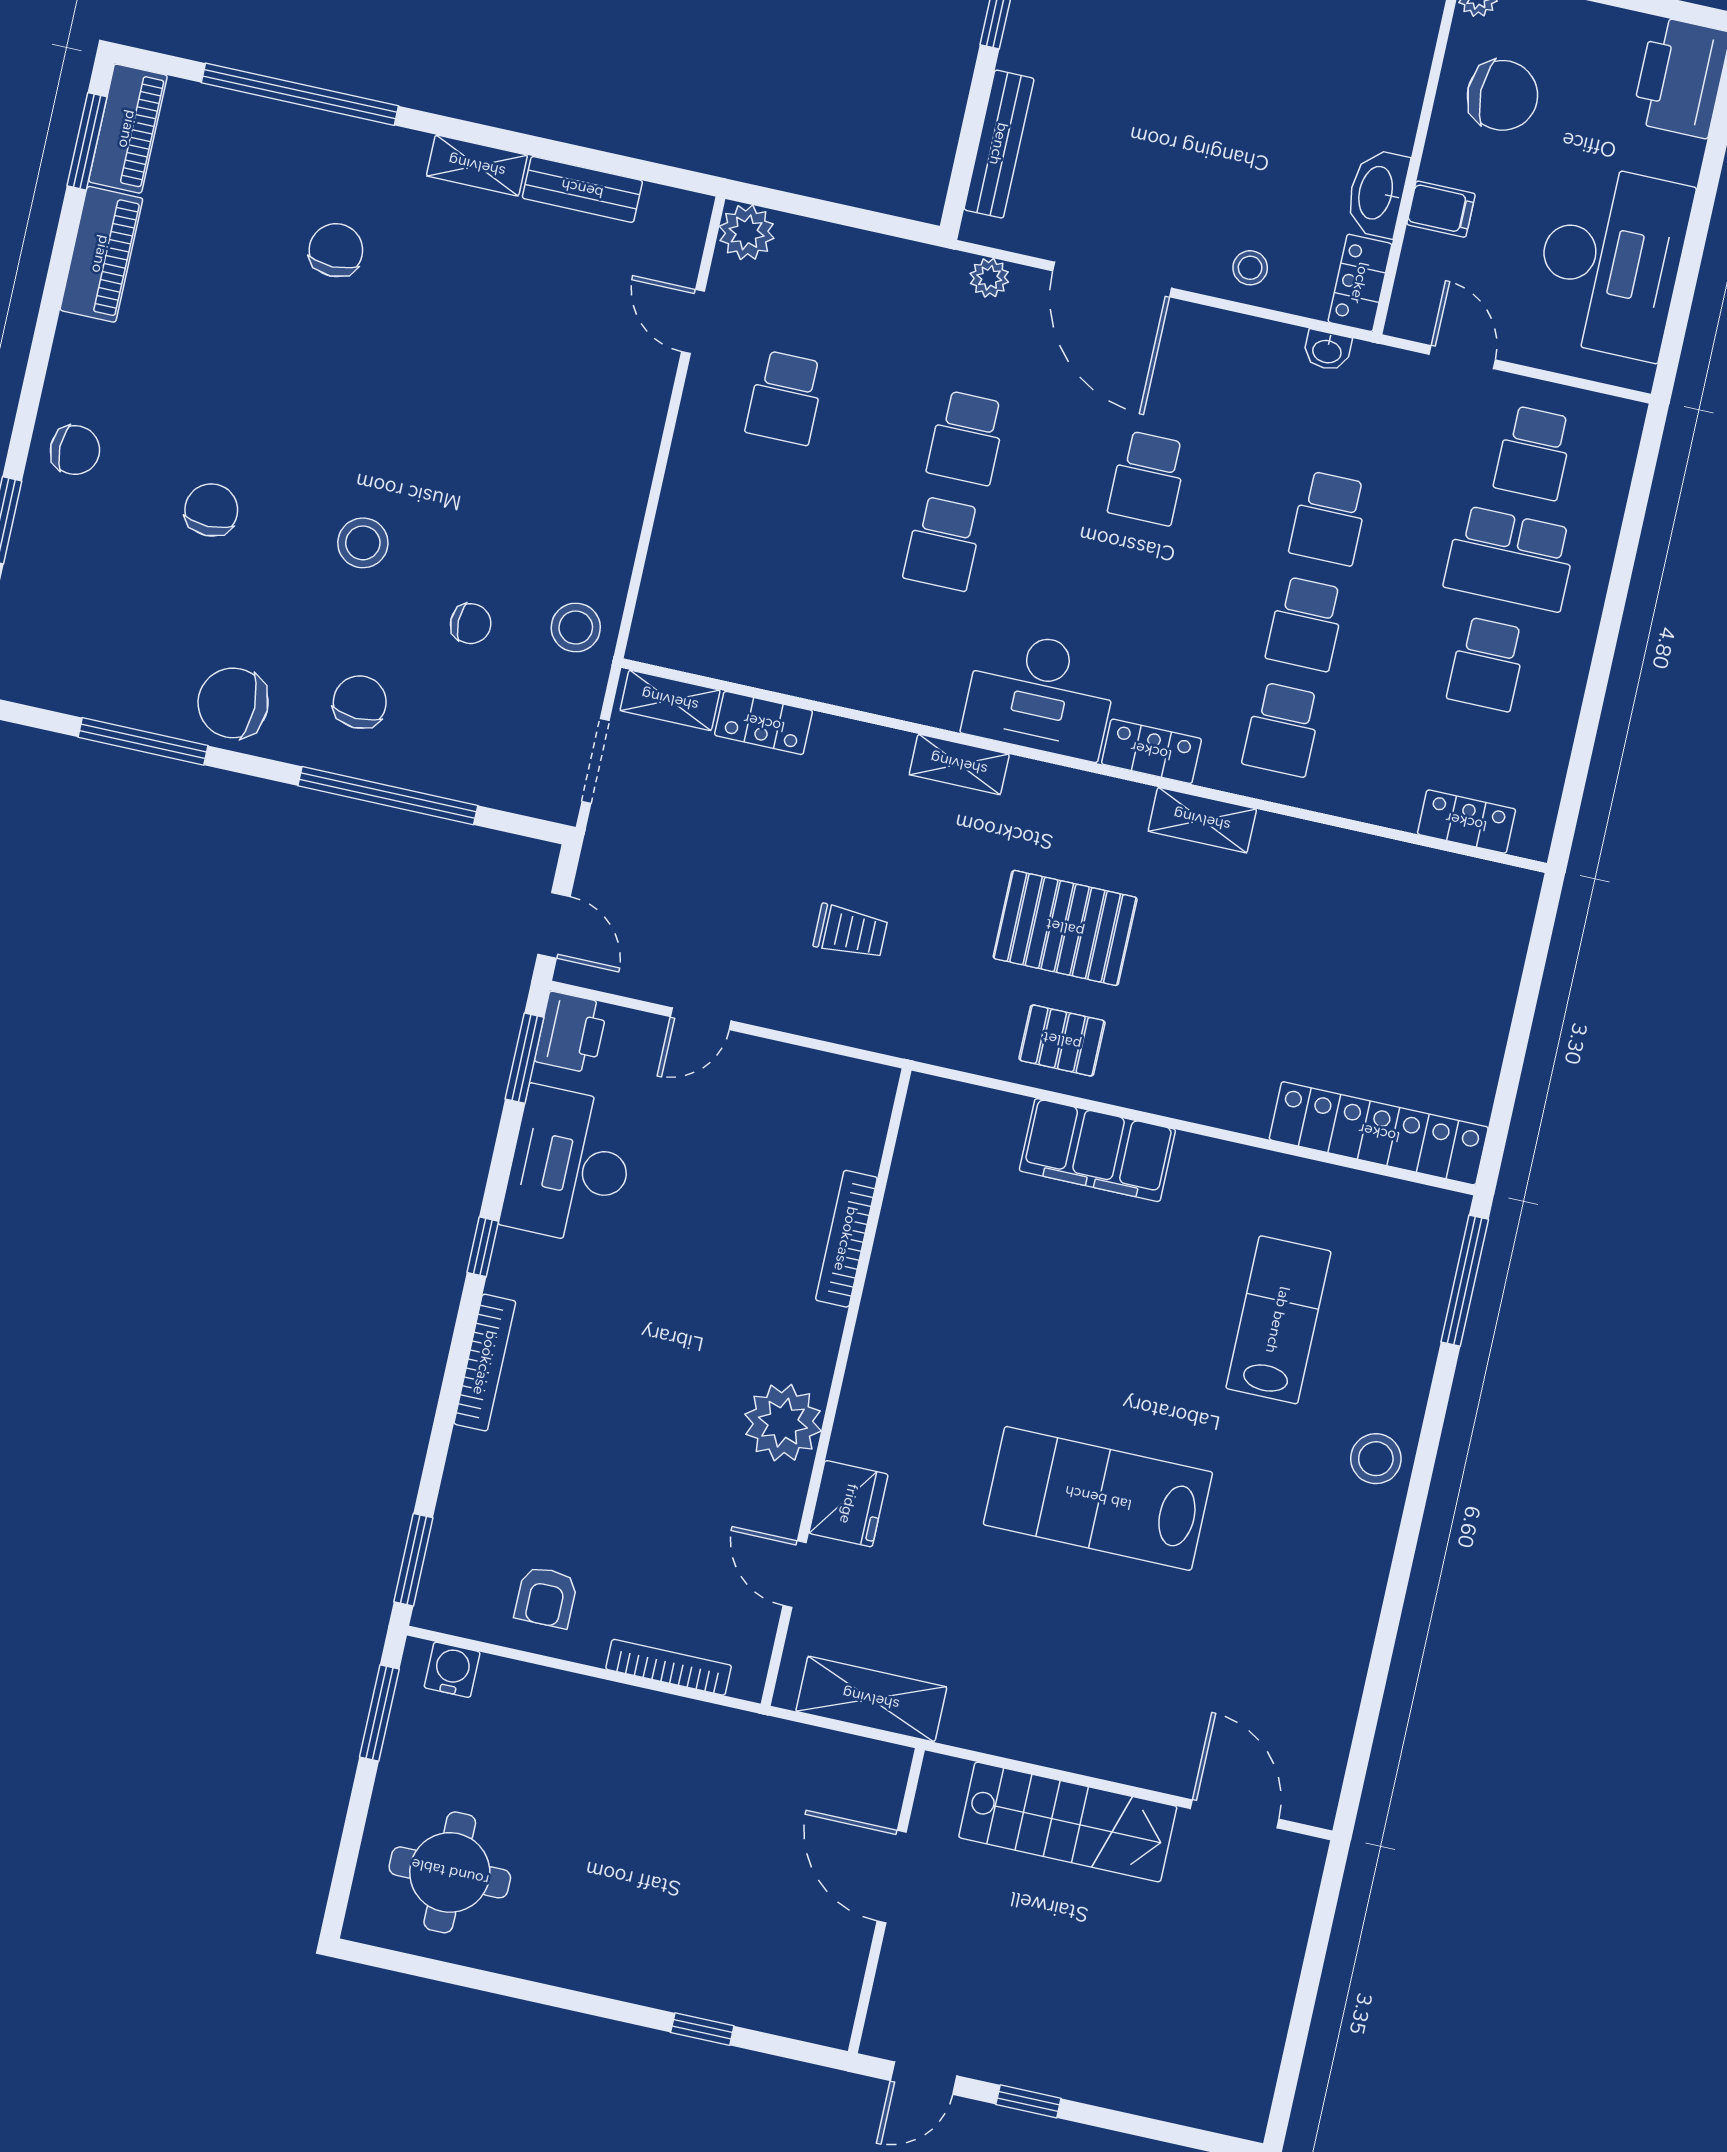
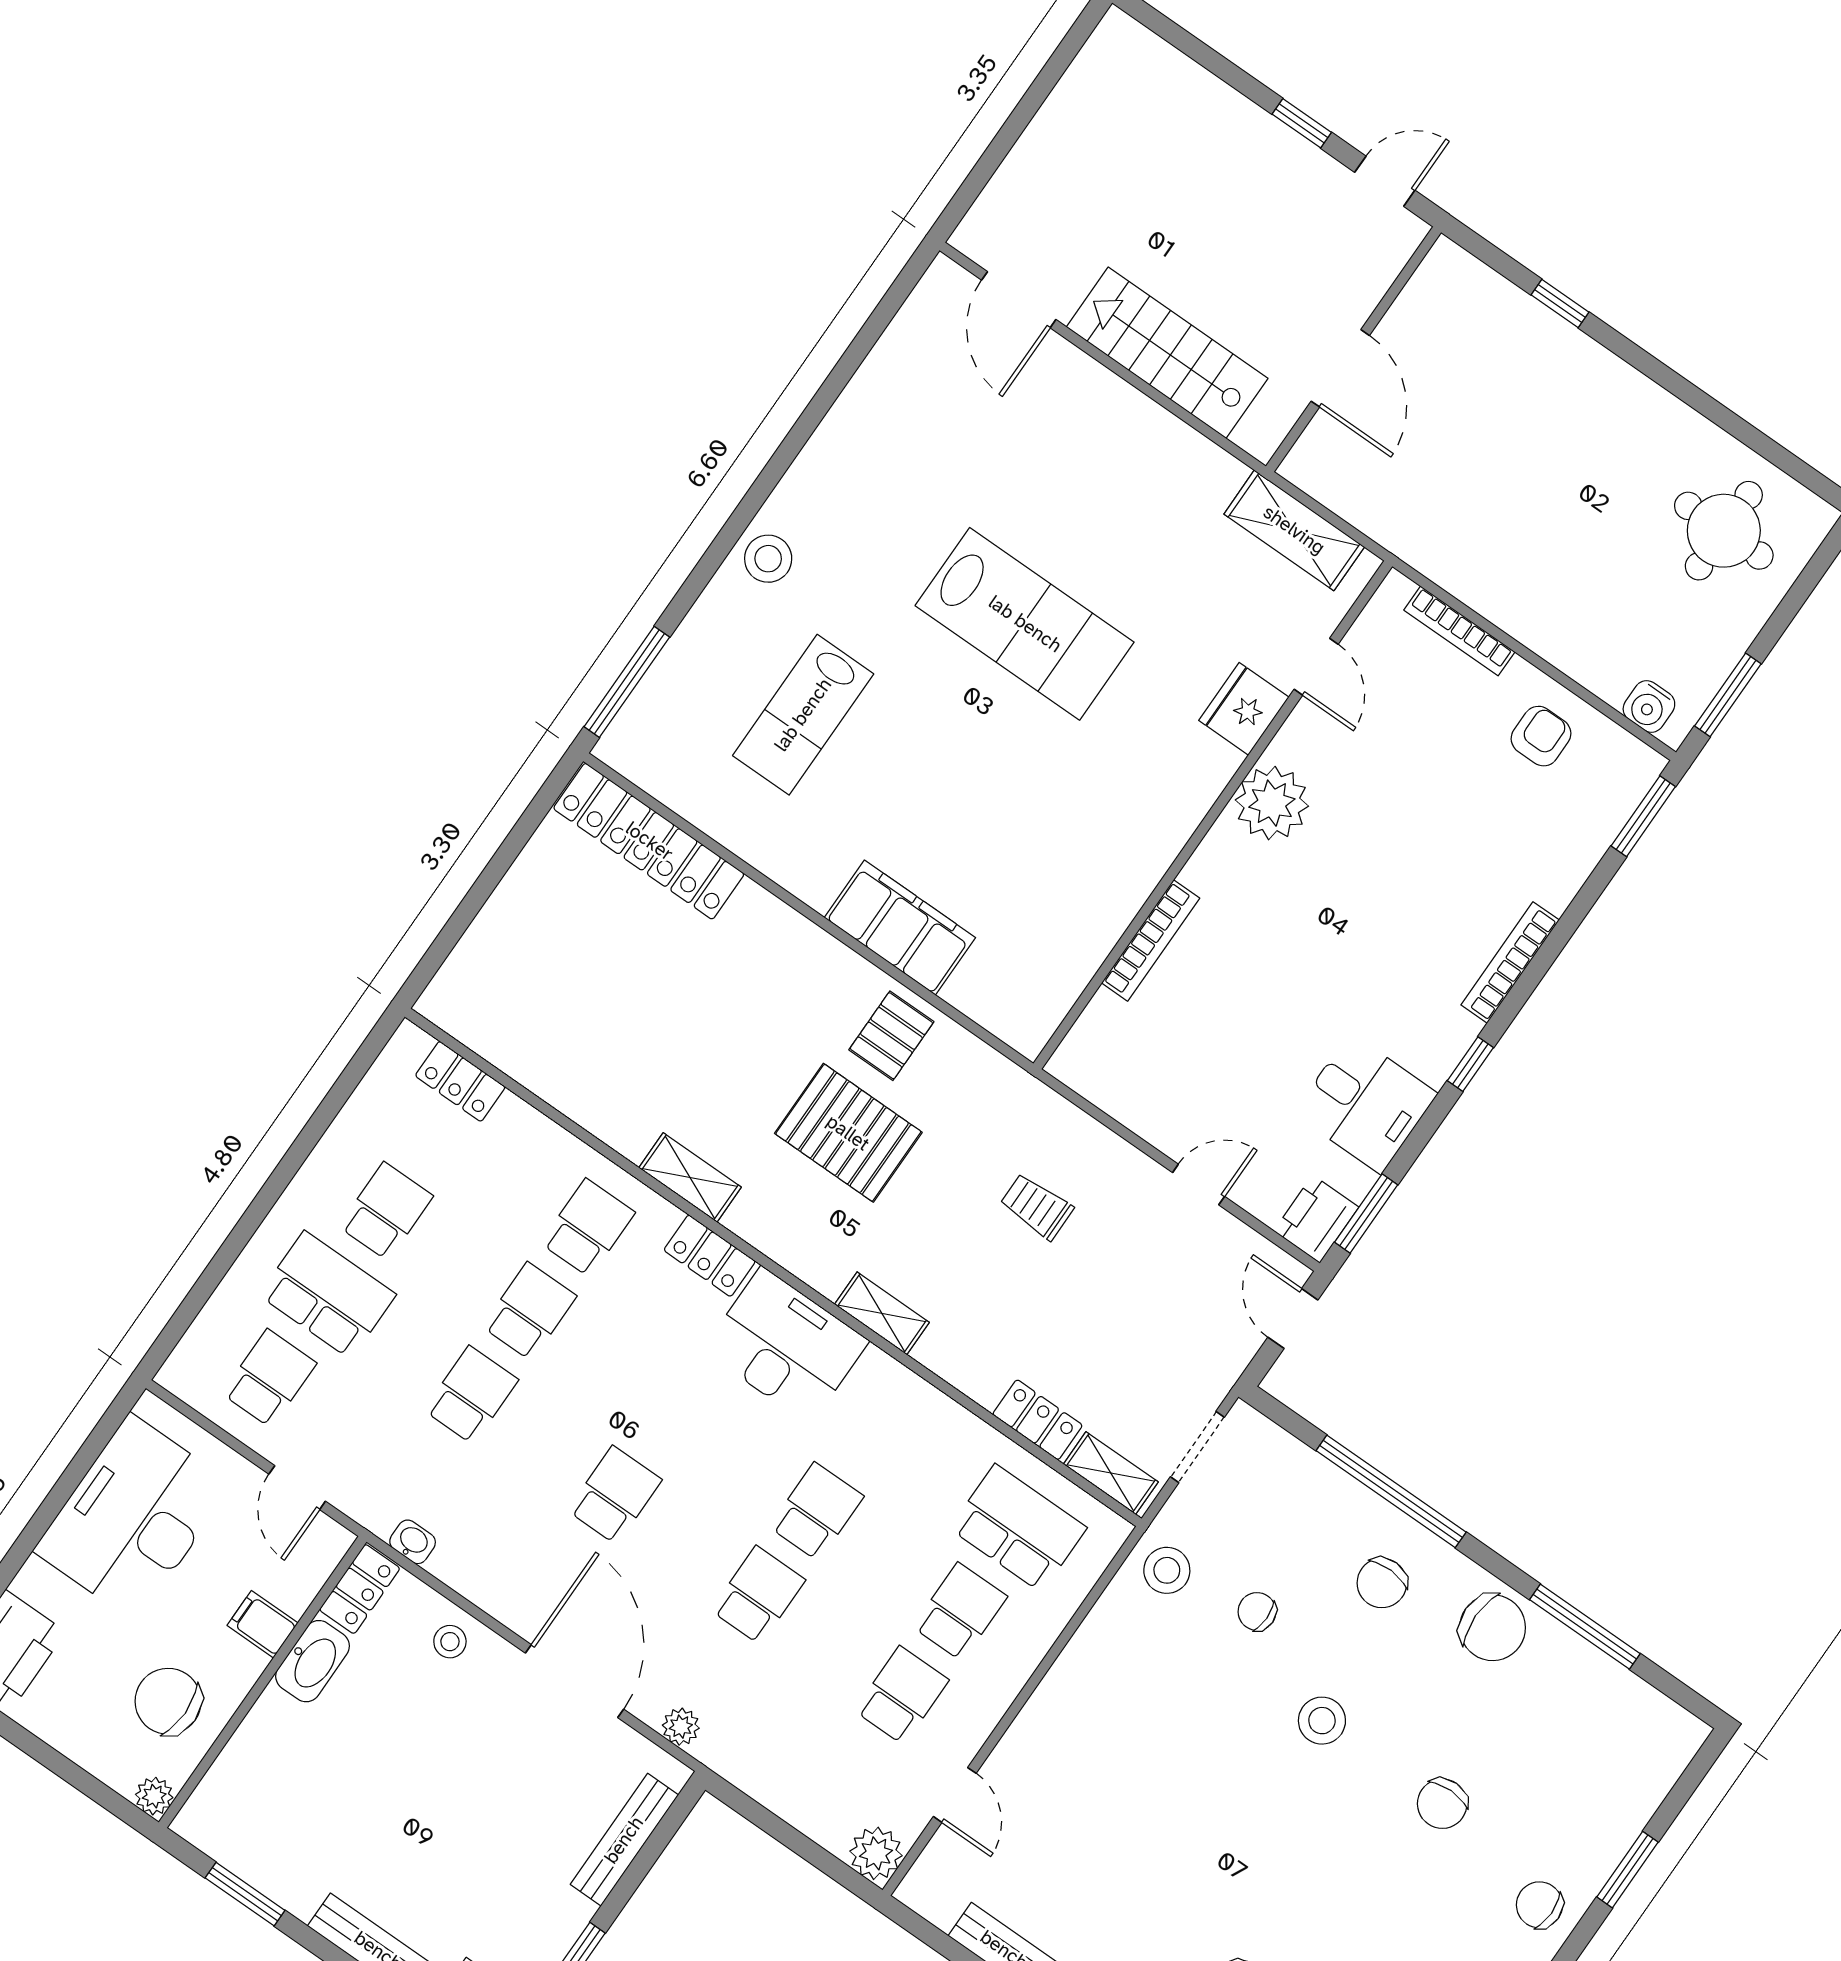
school desk: (762, 503) -> (960, 1612), added
school desk: (739, 609) -> (1018, 1528), added
pallet: (1062, 1041) -> (891, 1036), turned 90
desk: (570, 1166) -> (1365, 1103), width x0.73

